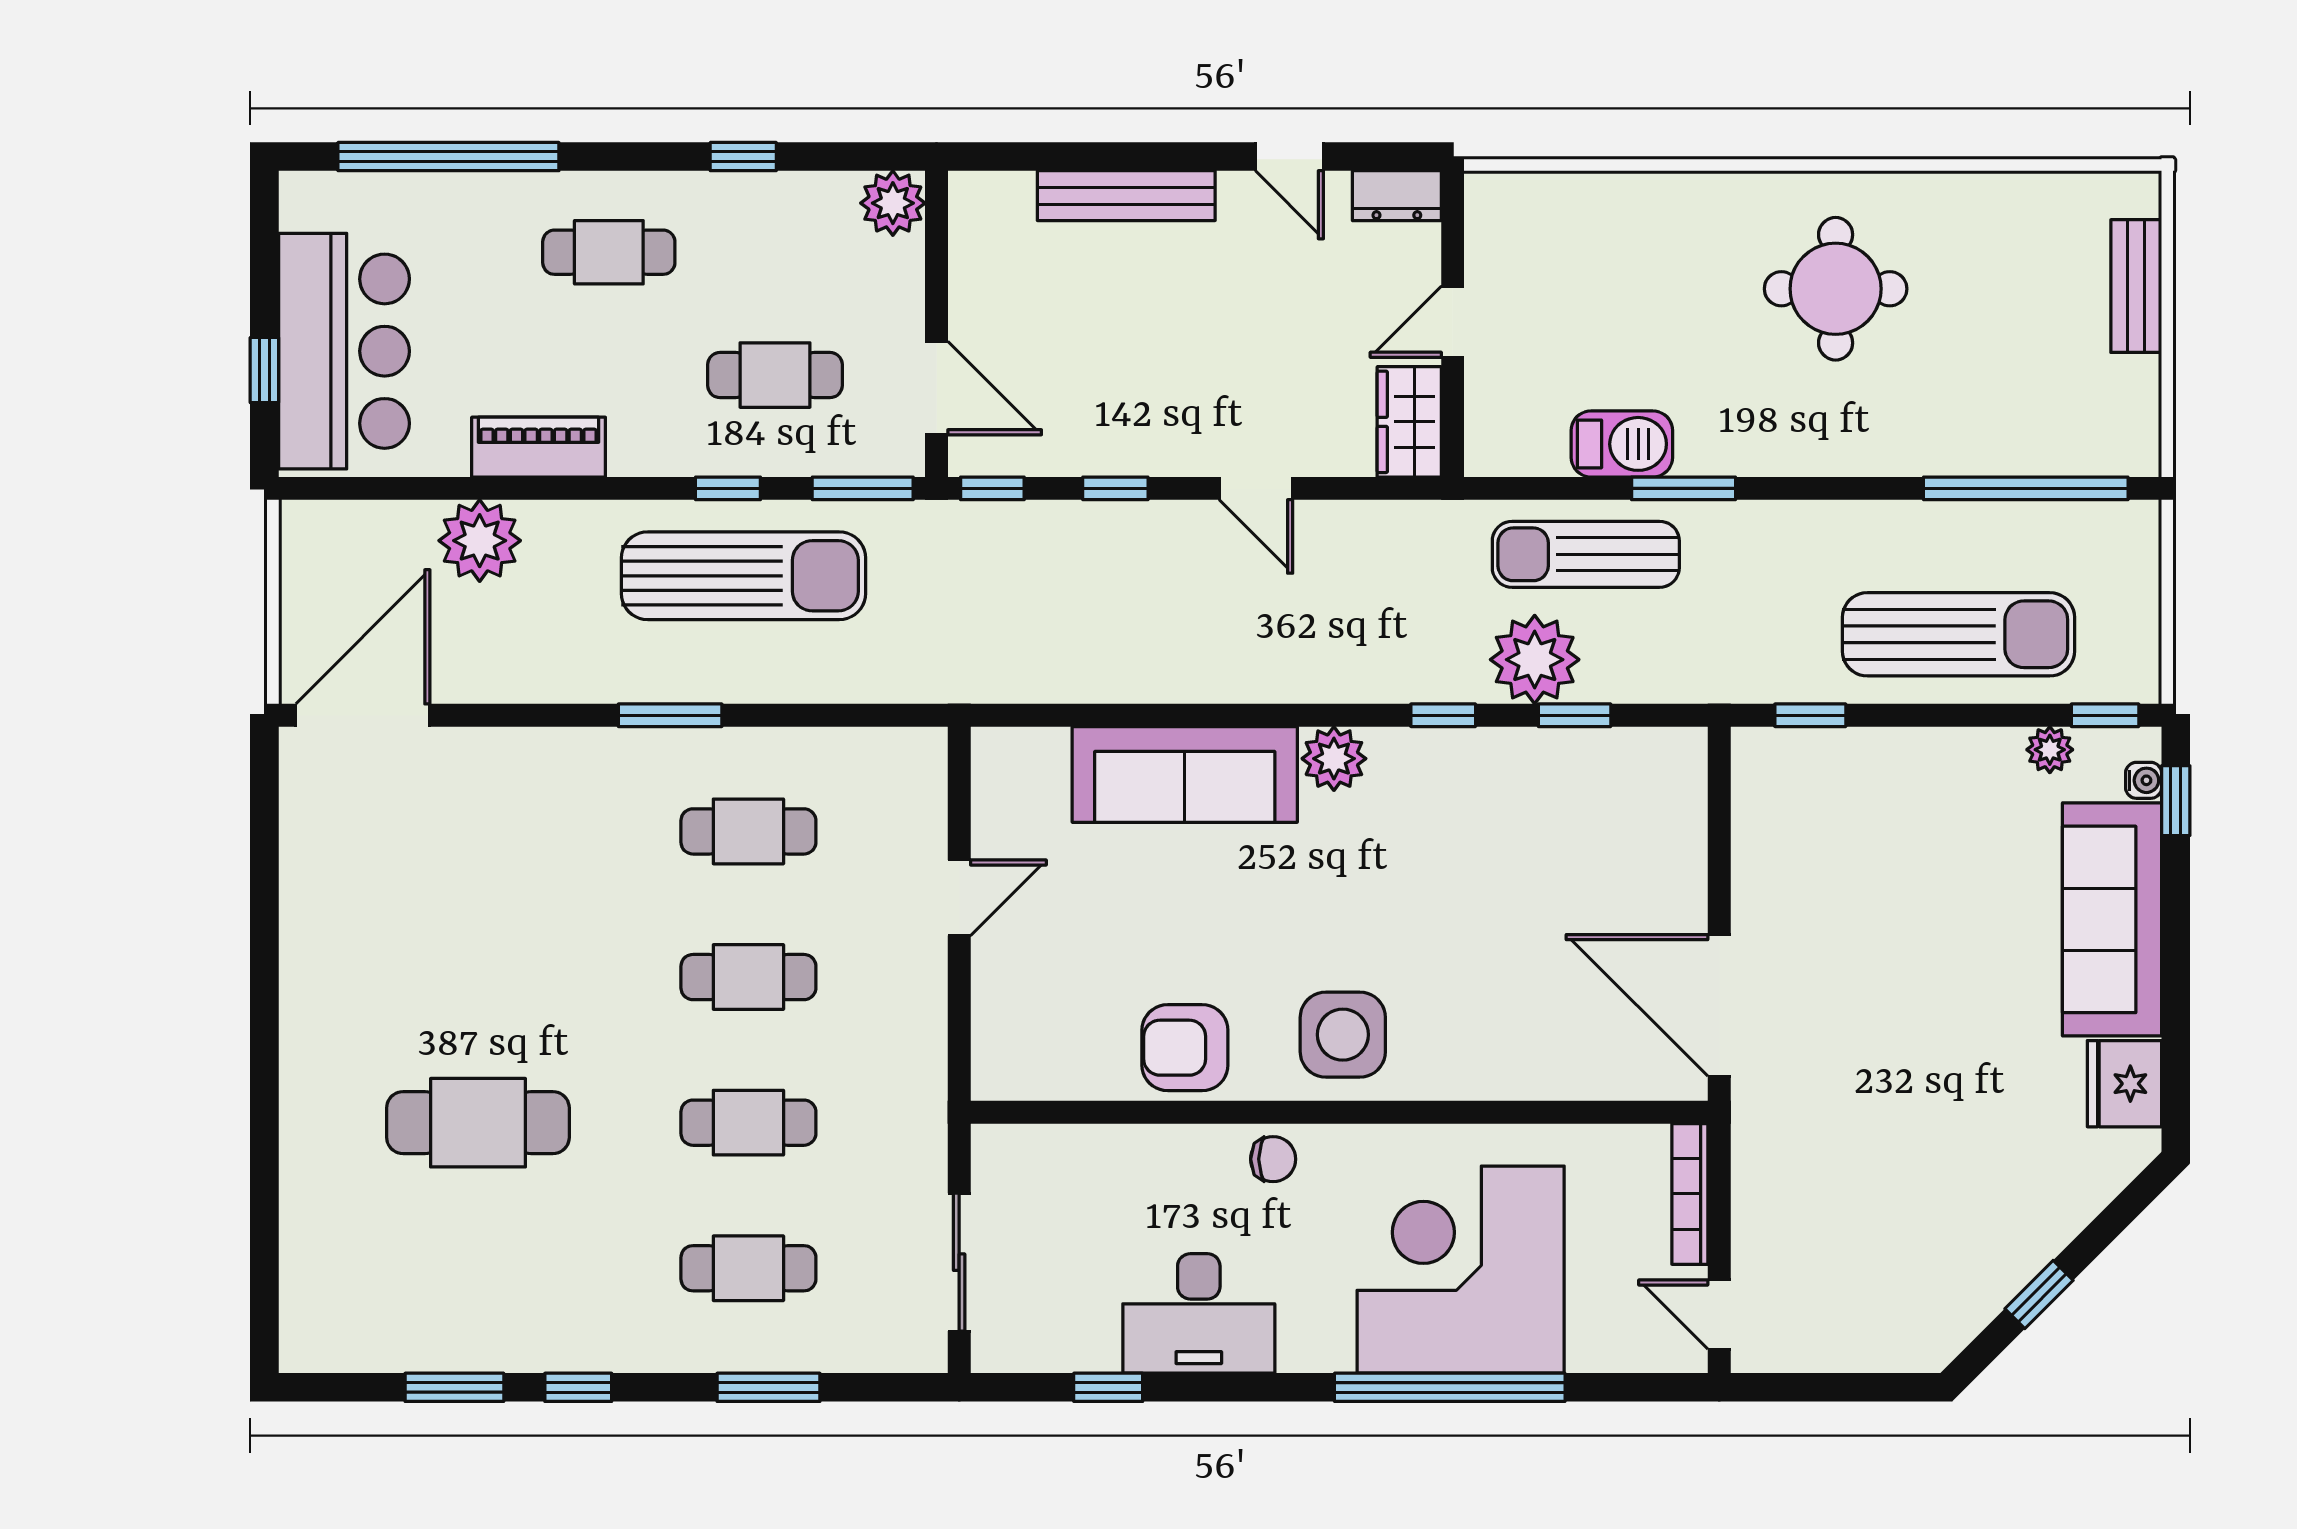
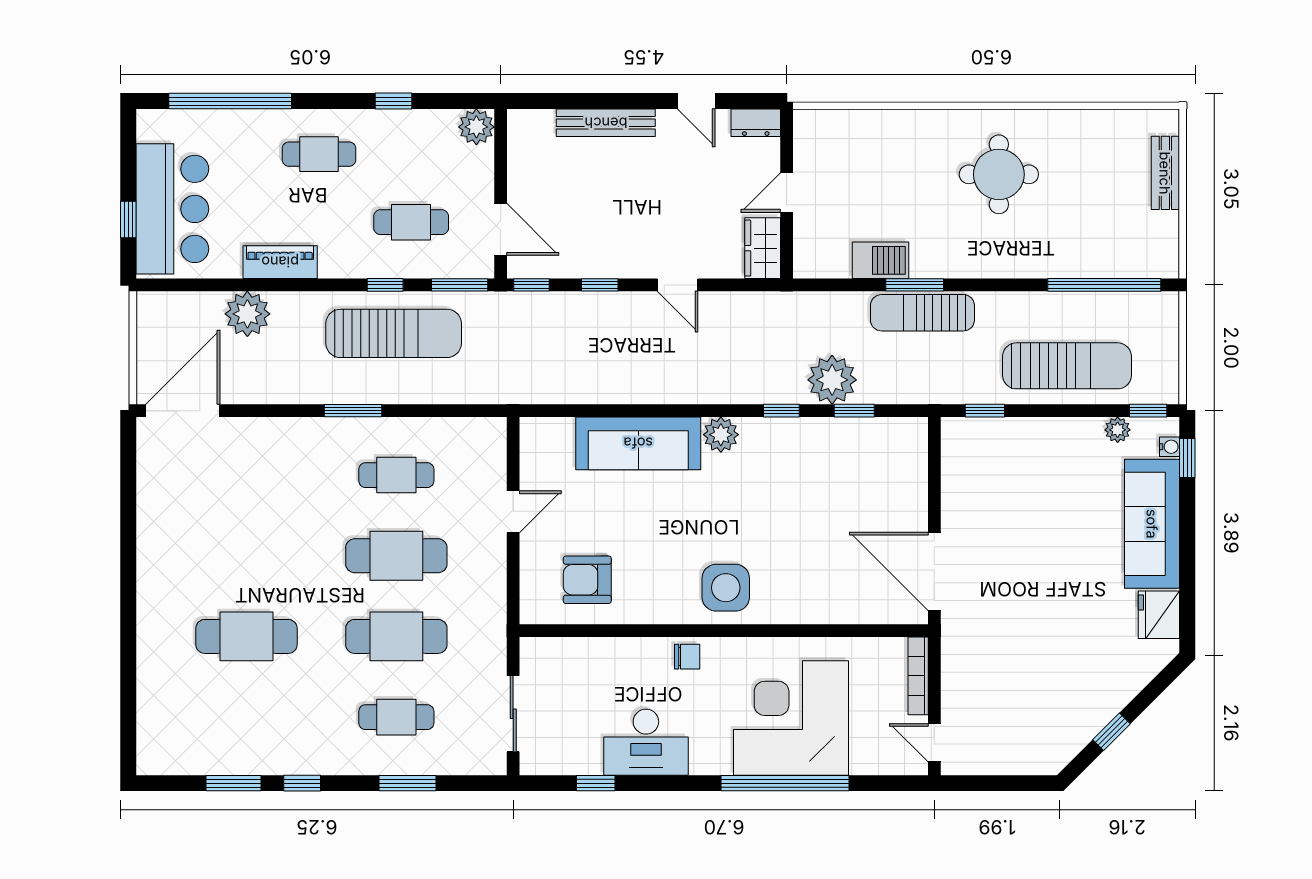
sun lounger: (1586, 554) -> (922, 313), moved
cafe table: (748, 977) -> (396, 556), width x1.37, depth x1.35
armchair: (1185, 1048) -> (587, 580), moved
cafe table: (748, 1123) -> (396, 636), width x1.37, depth x1.35

